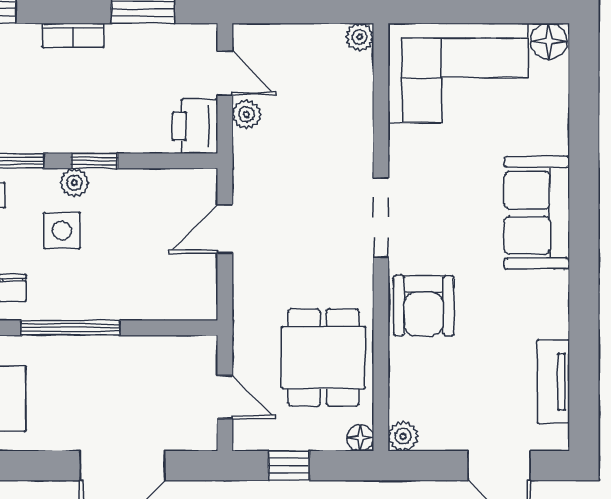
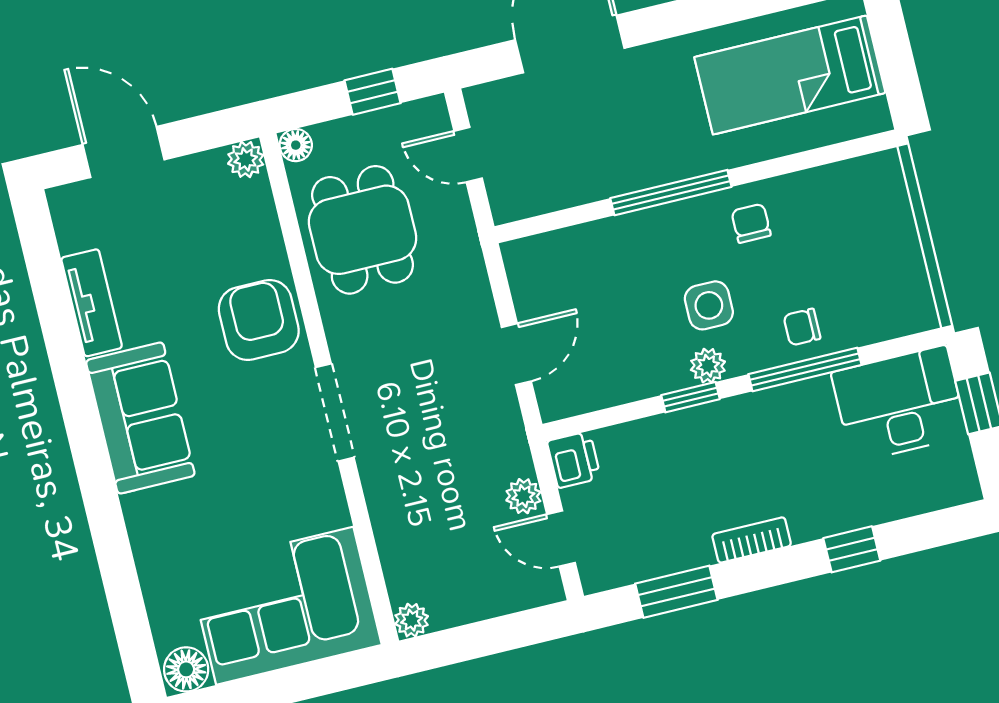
printer: (195, 126) -> (574, 460), width x0.73, depth x0.81
sofa: (537, 213) -> (140, 418), moved
tv unit: (553, 382) -> (92, 303), moved

